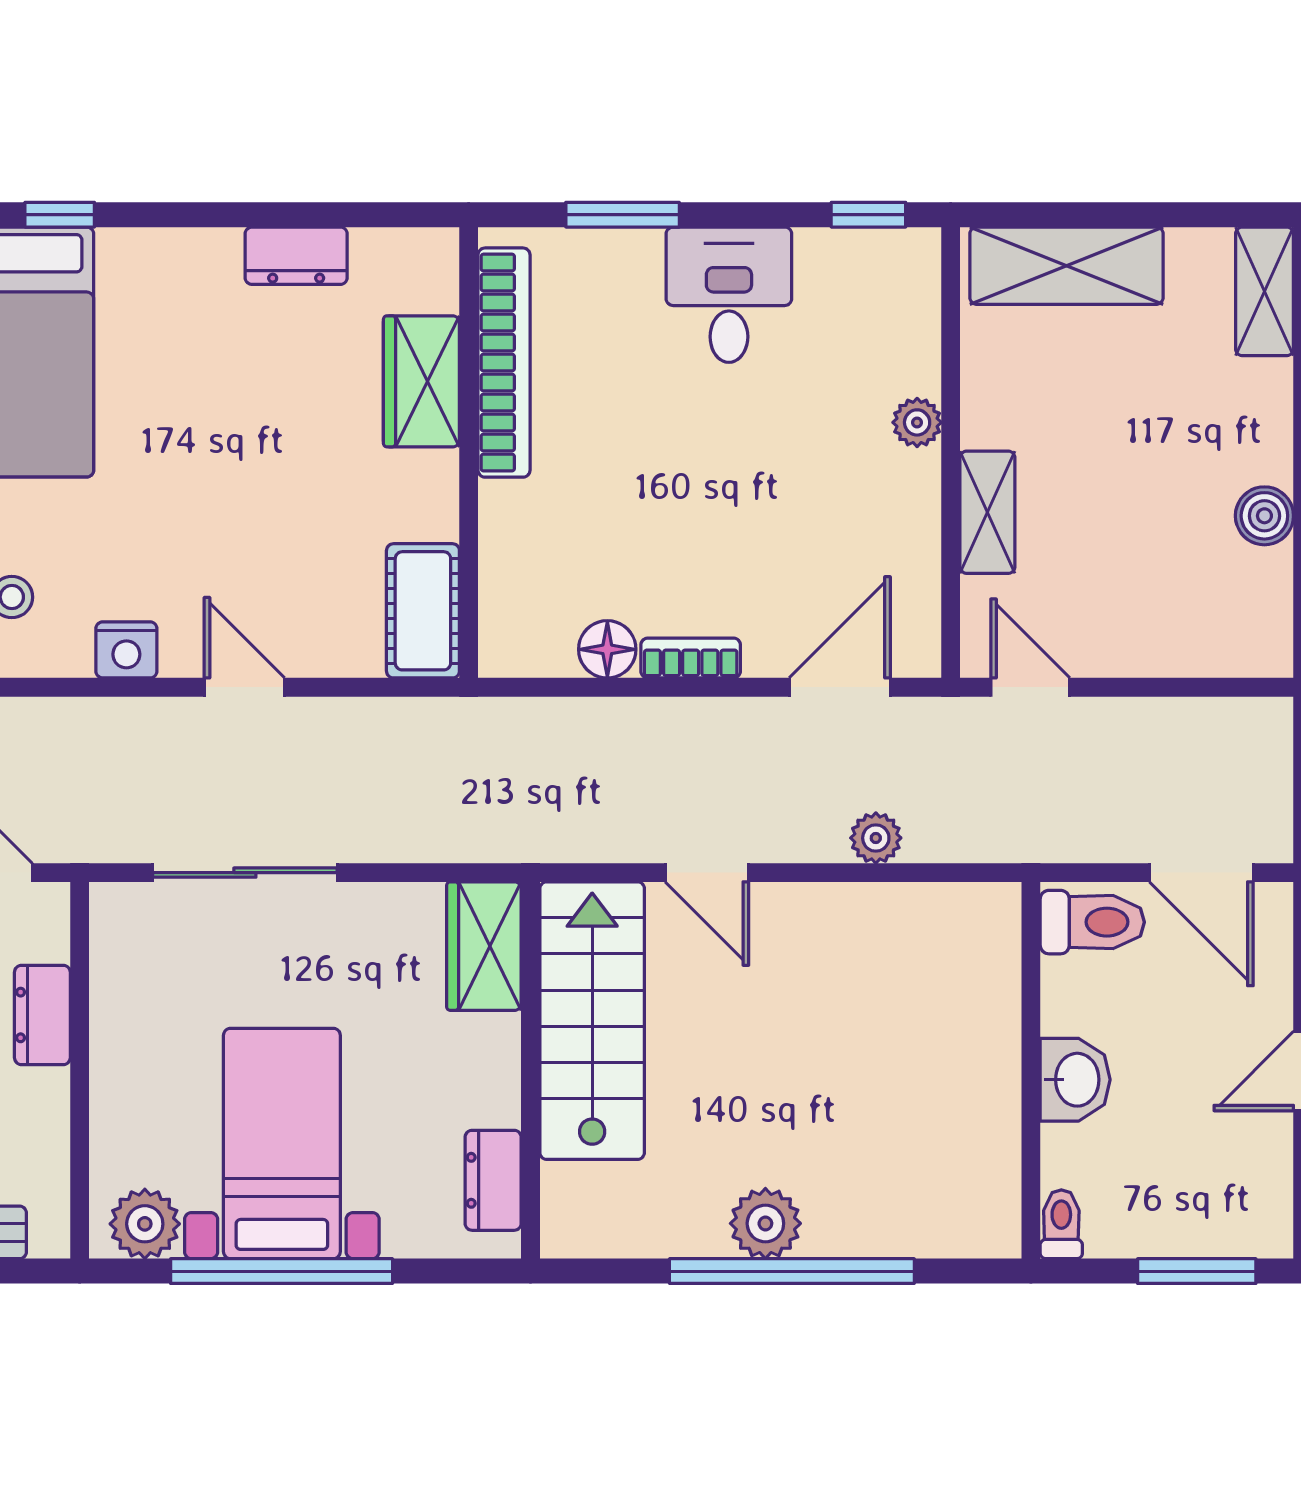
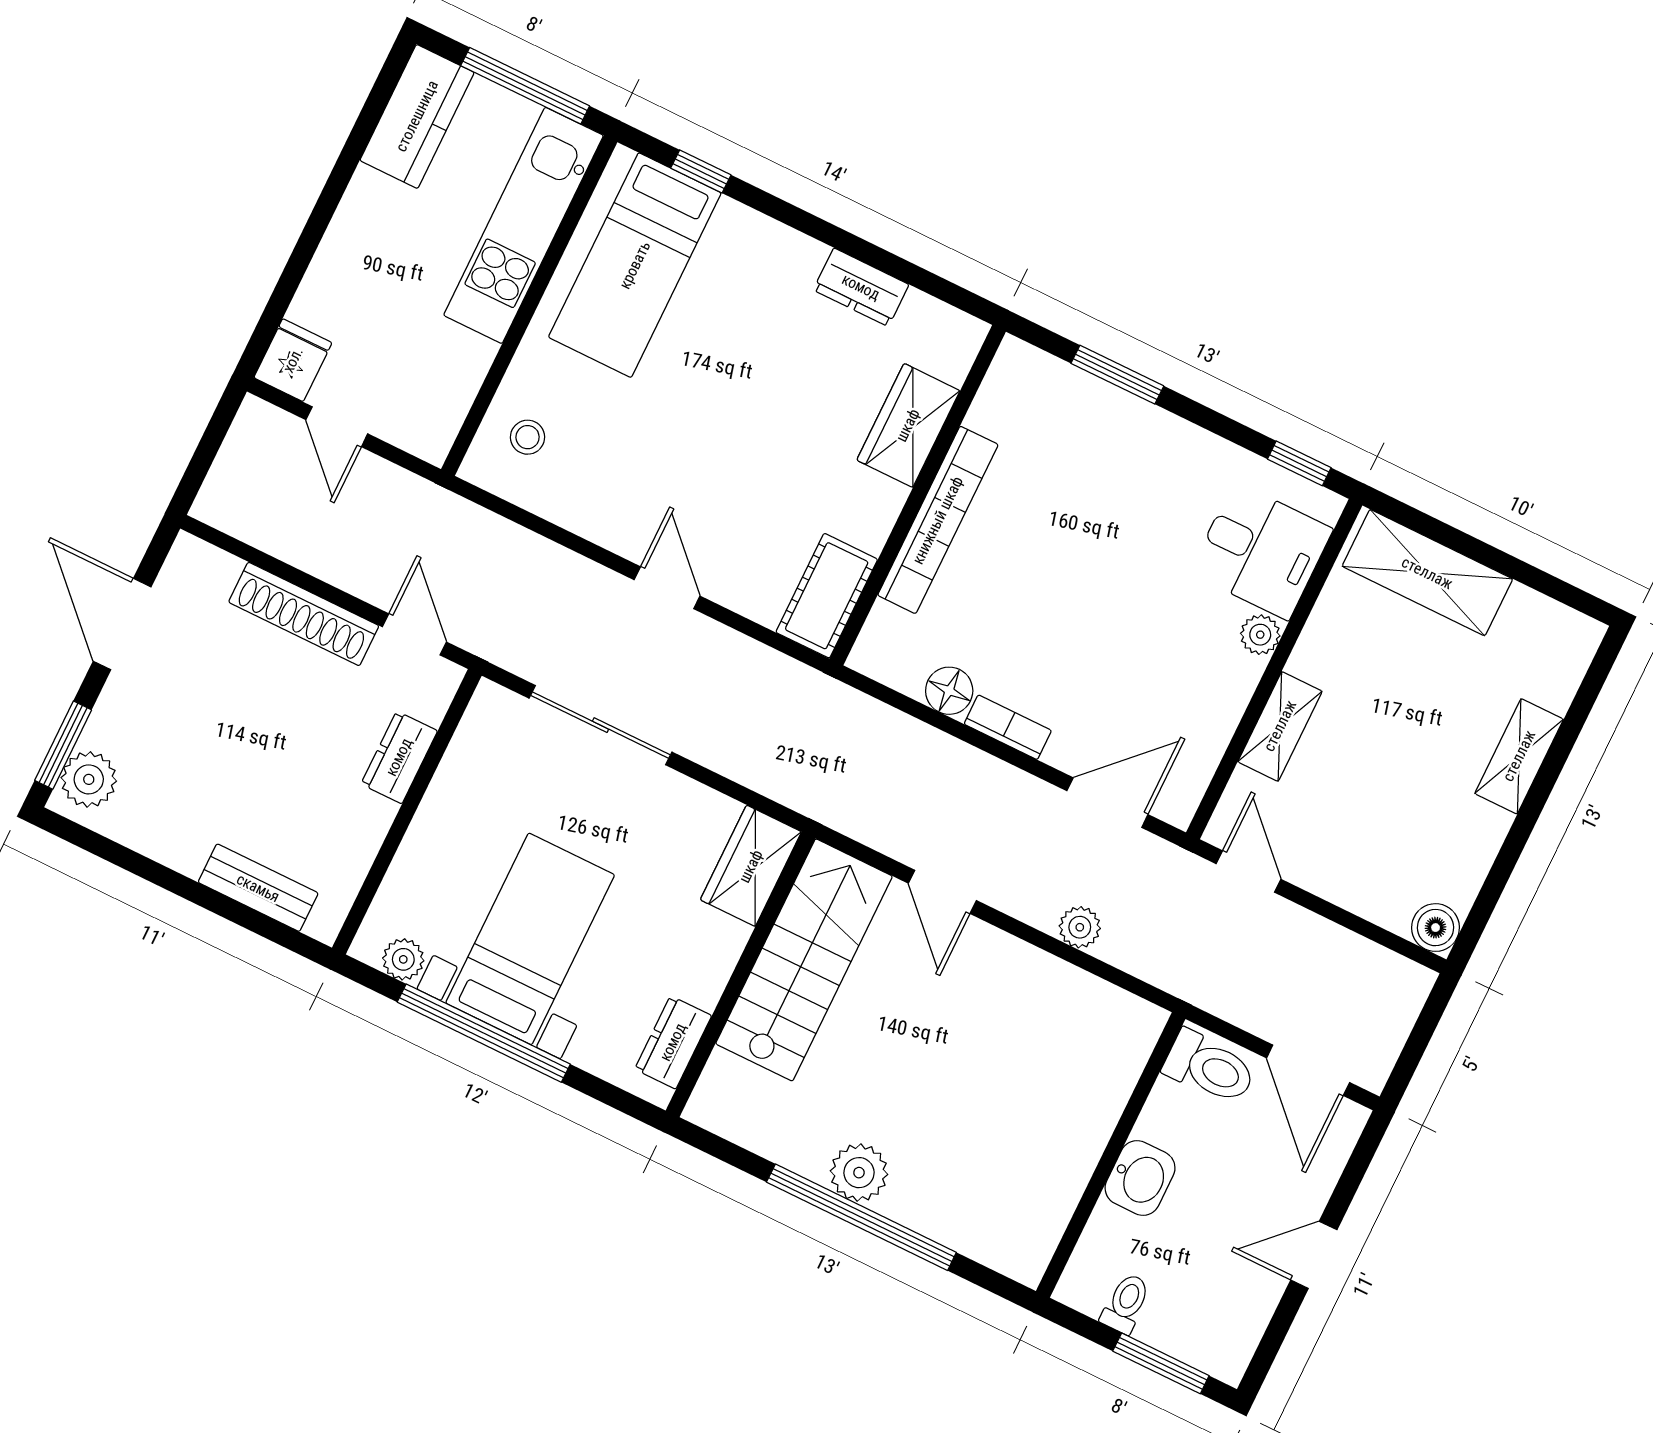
shelving: (1264, 291) -> (1519, 756), moved
desk: (729, 295) -> (1261, 551), moved, turned 90
bookcase: (504, 363) -> (938, 520), moved
boiler: (1264, 516) -> (1436, 928), moved
nightstand: (126, 650) -> (593, 518), removed
plant: (145, 1224) -> (403, 959), width x0.73, depth x0.73
toilet: (1061, 1224) -> (1126, 1303), moved

